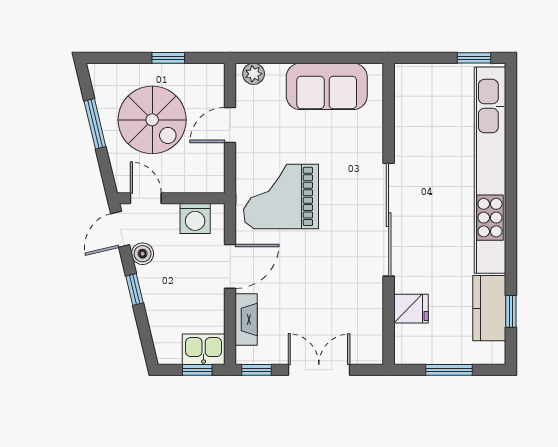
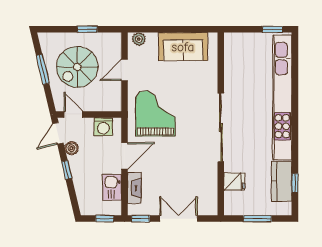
spiral stairs: (152, 120) -> (77, 67), turned 90
grand piano: (281, 196) -> (155, 113), turned 90
kitchen sink: (204, 349) -> (112, 187), moved, turned -90

